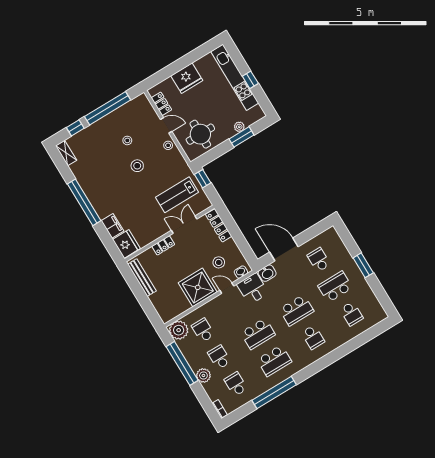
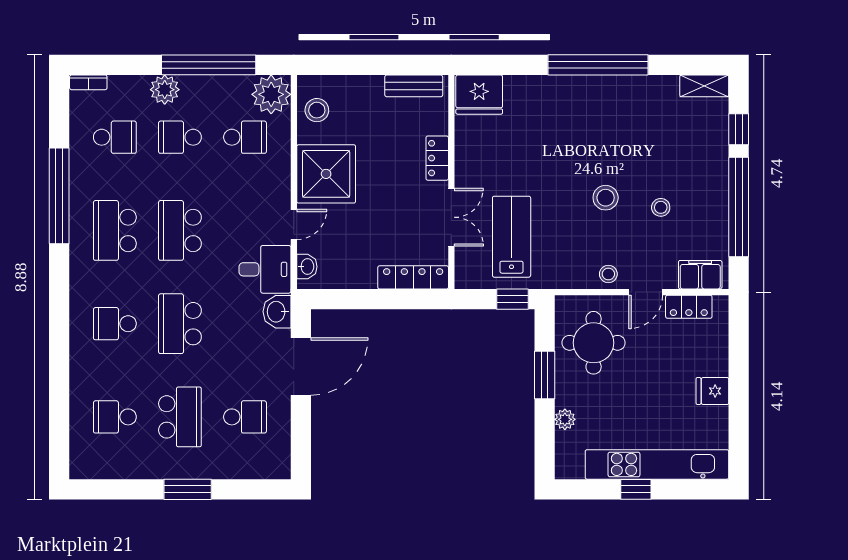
fridge: (187, 78) -> (712, 391), width x0.53, depth x0.75
window: (242, 137) -> (545, 375), moved
filing cabinet: (112, 226) -> (700, 275), moved, turned 180
stool: (219, 262) -> (317, 110), moved
bench: (142, 278) -> (414, 86), width x0.73
school desk: (219, 357) -> (180, 137), turned 180

